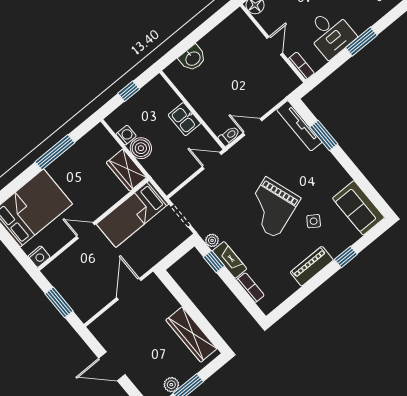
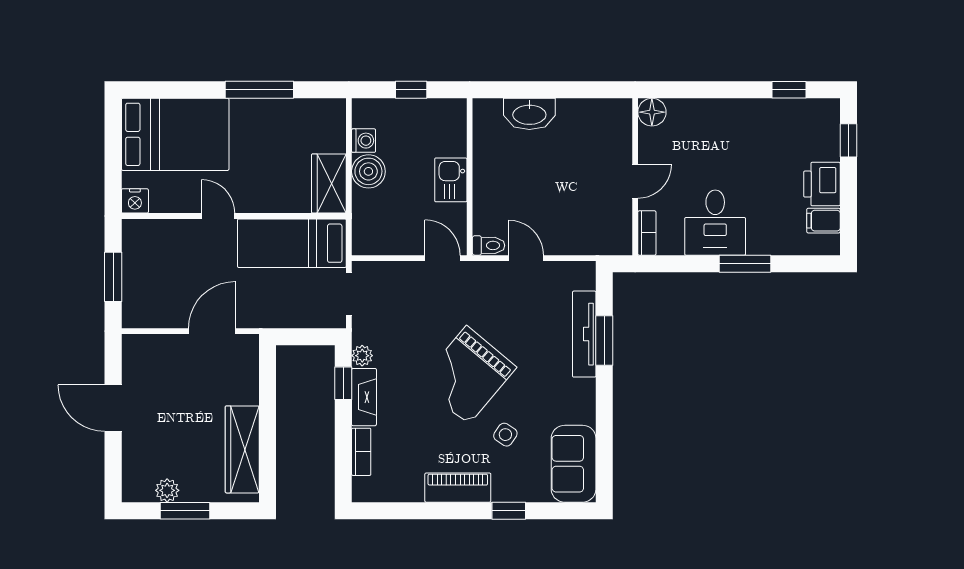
washbasin: (193, 58) -> (529, 114), width x1.38
tv unit: (299, 126) -> (584, 334), moved
grand piano: (271, 208) -> (467, 375), turned -31

